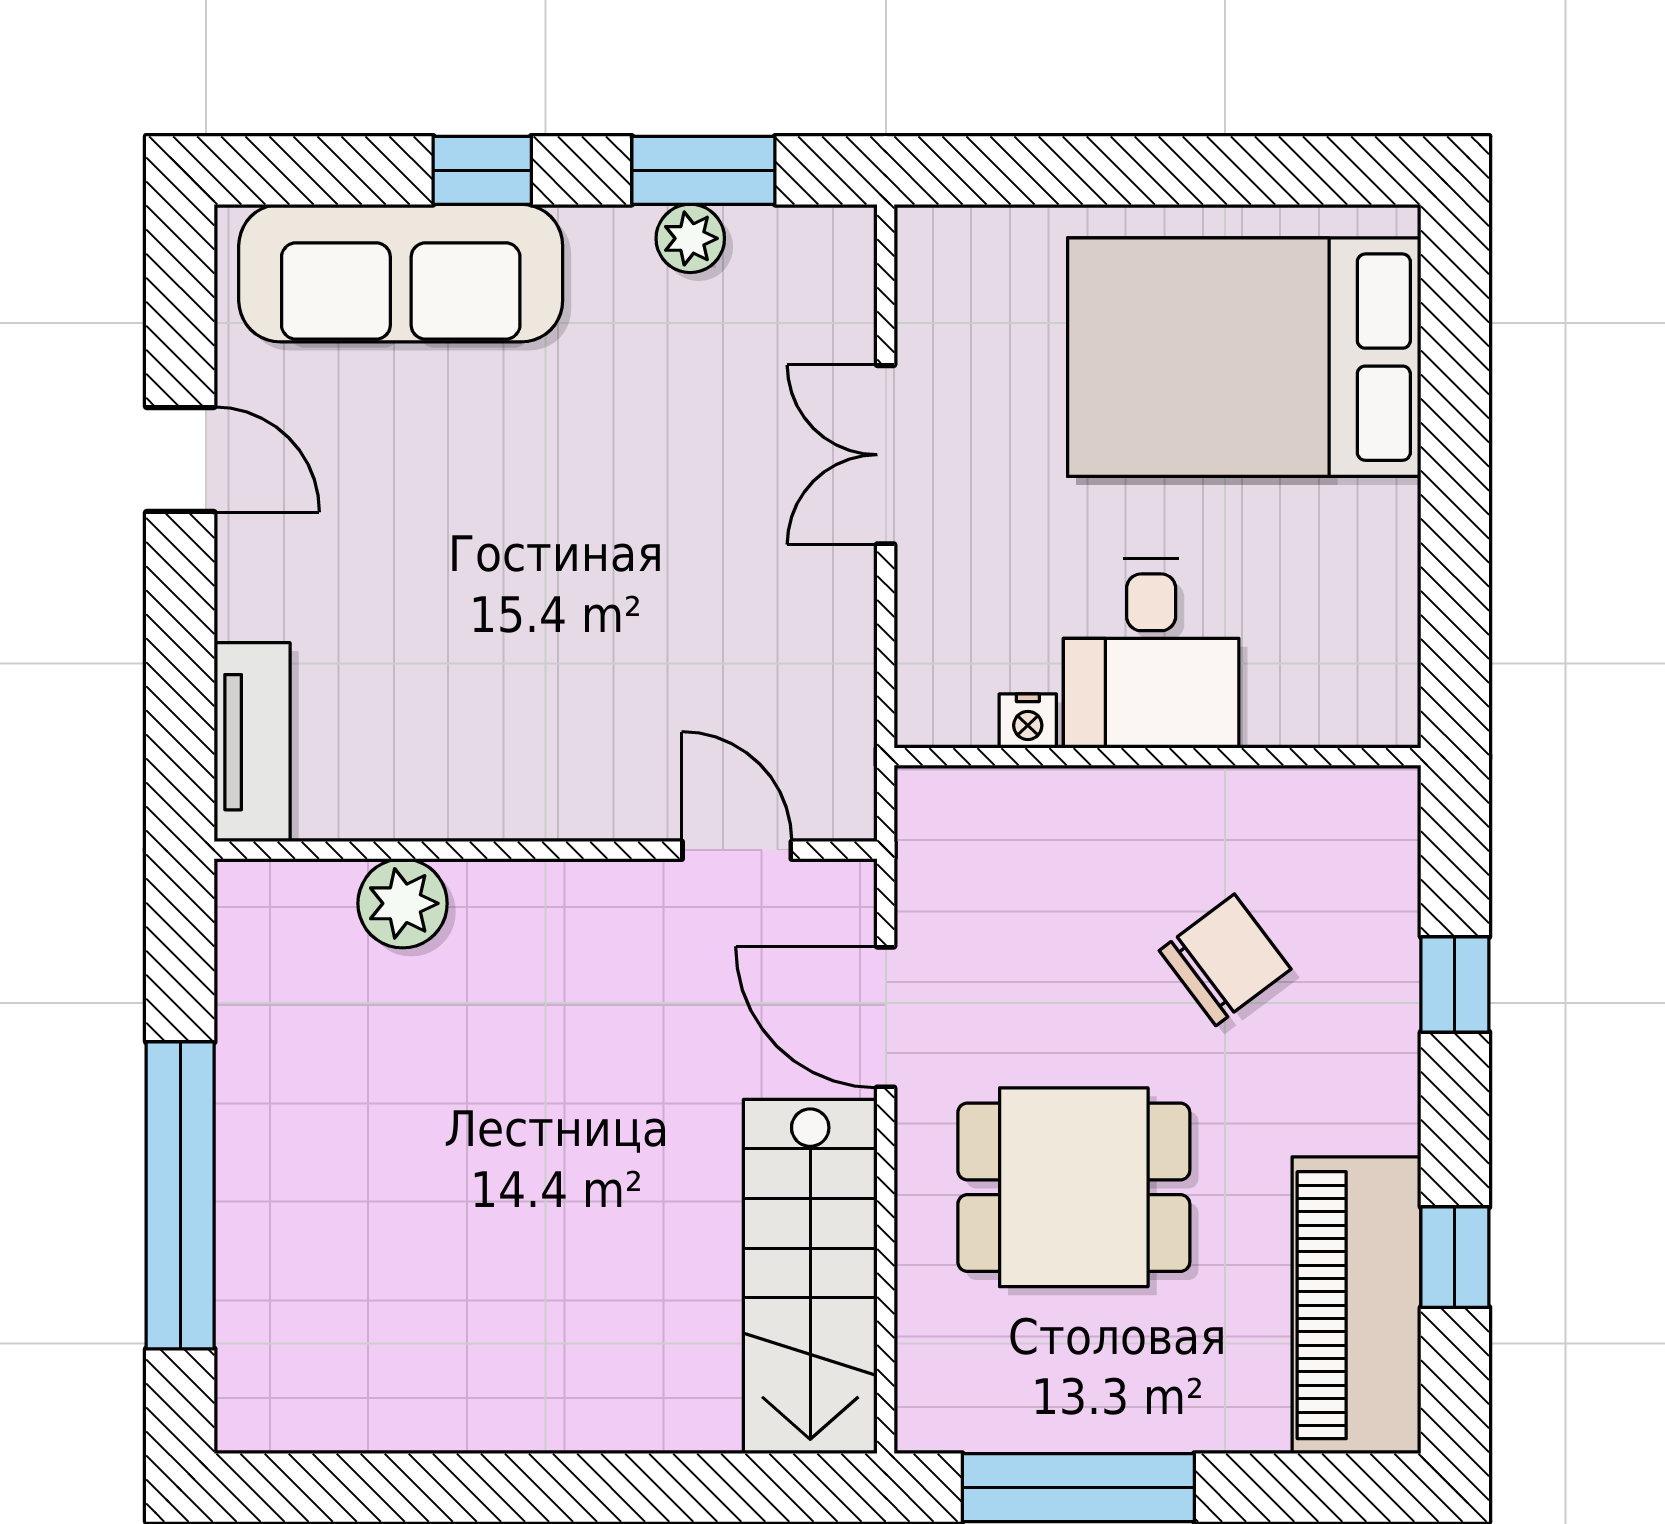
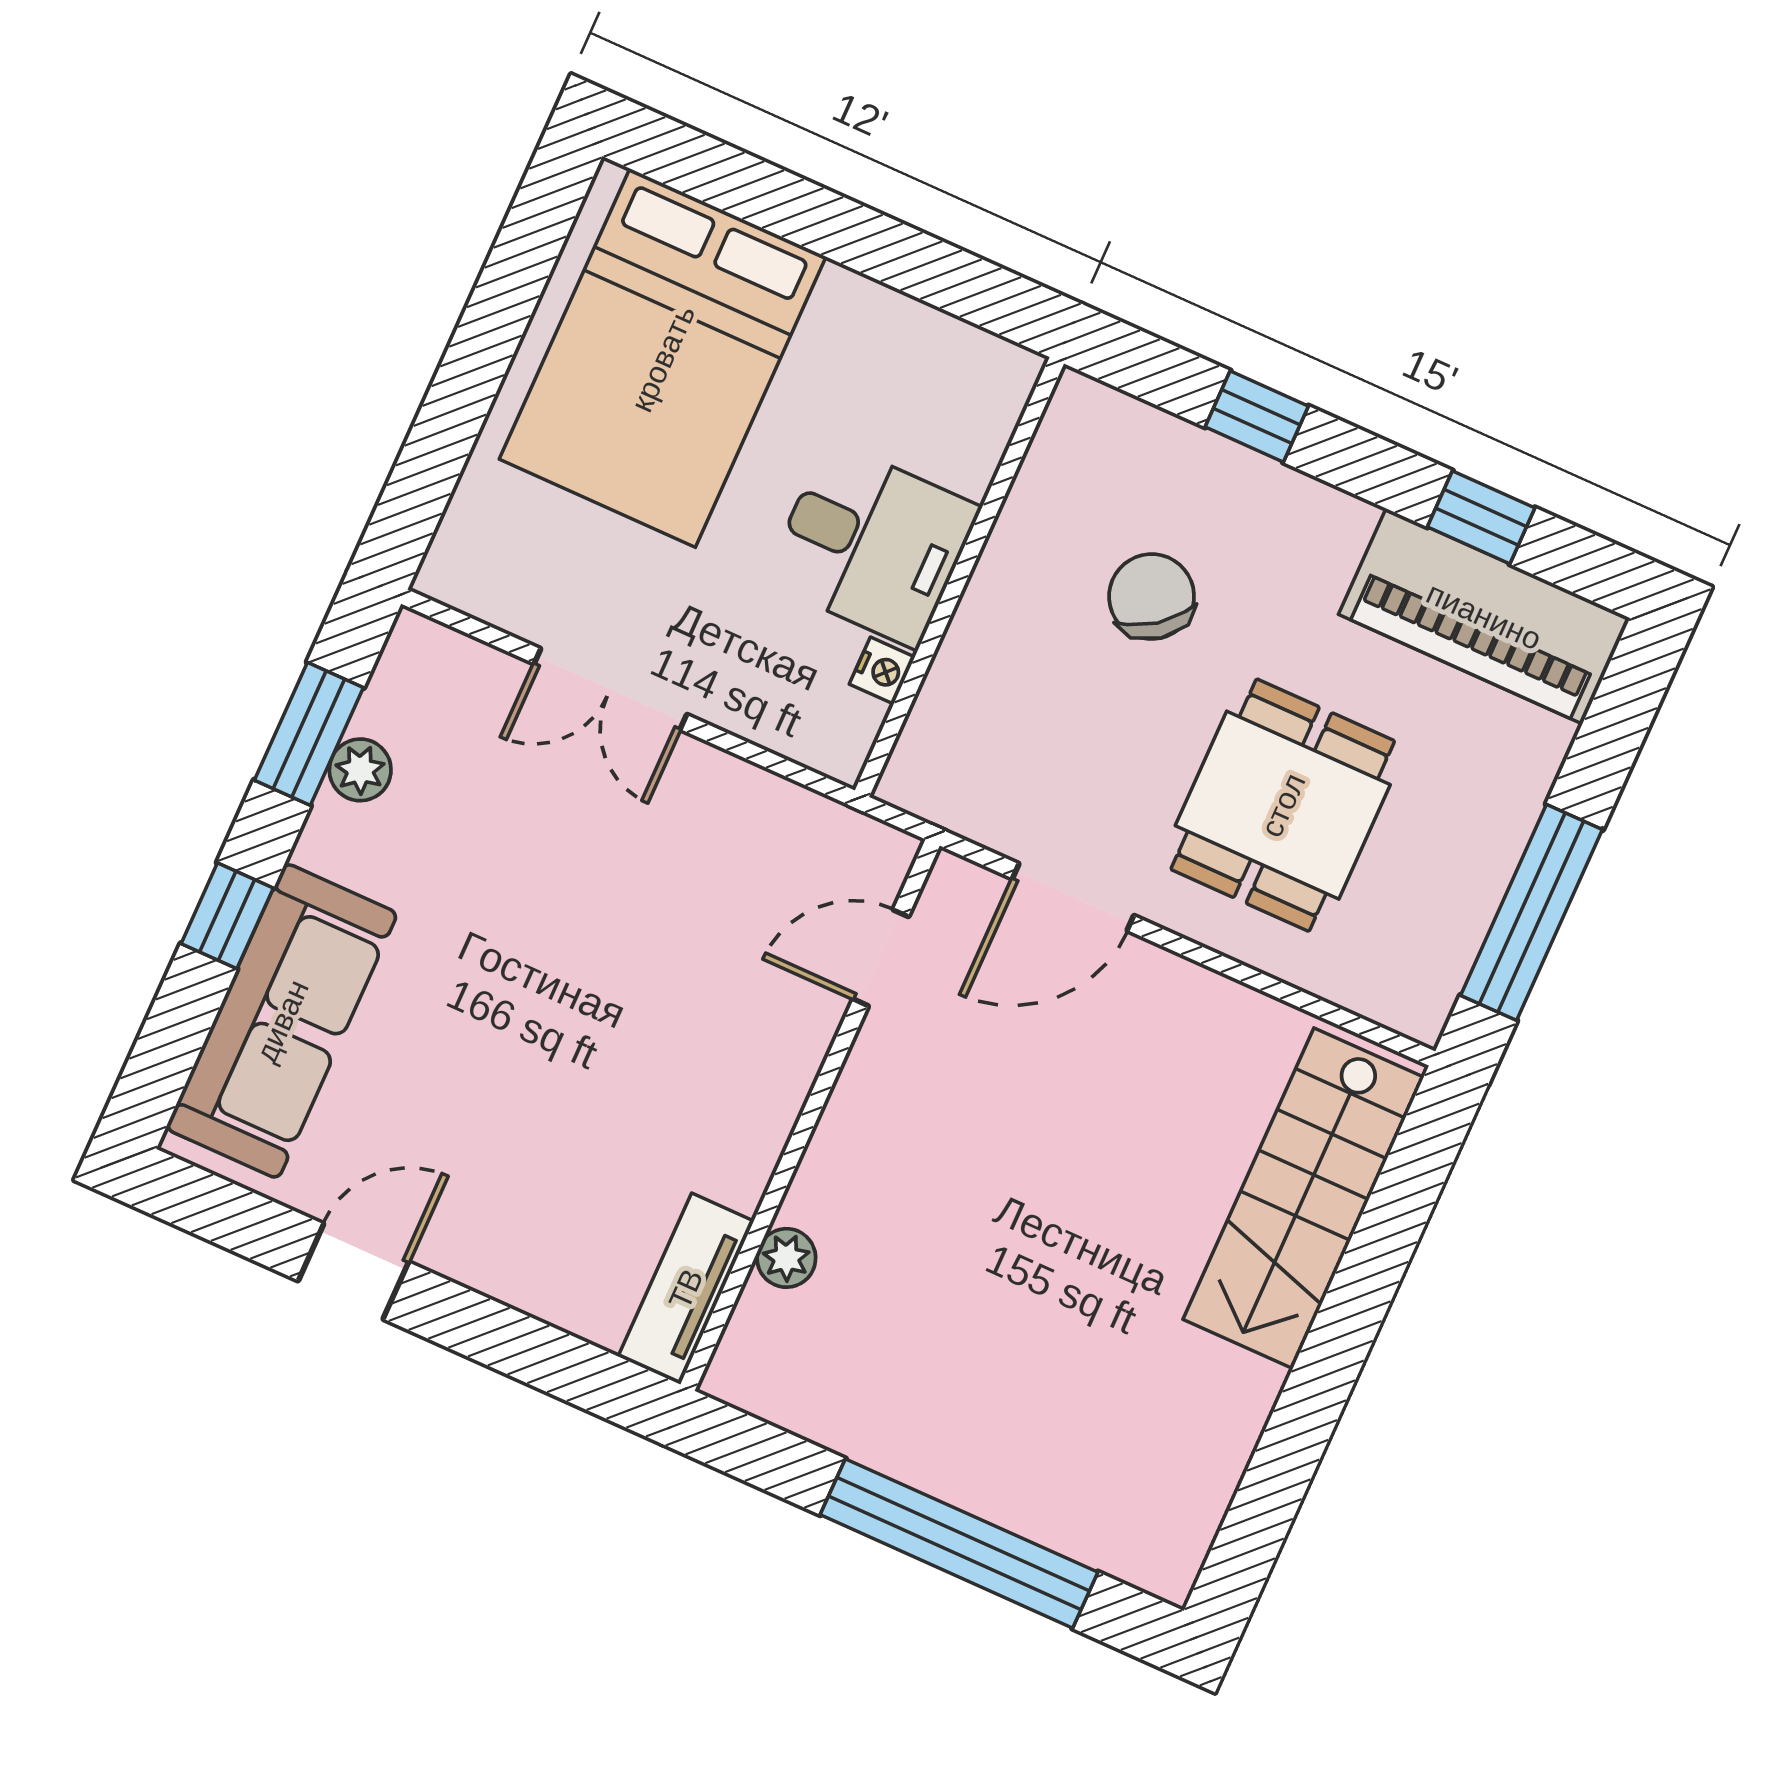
tv unit: (252, 742) -> (686, 1289), moved, turned -90
plant: (403, 903) -> (786, 1258), width x0.73, depth x0.73
stairs: (810, 1276) -> (1303, 1198), moved, turned 90

